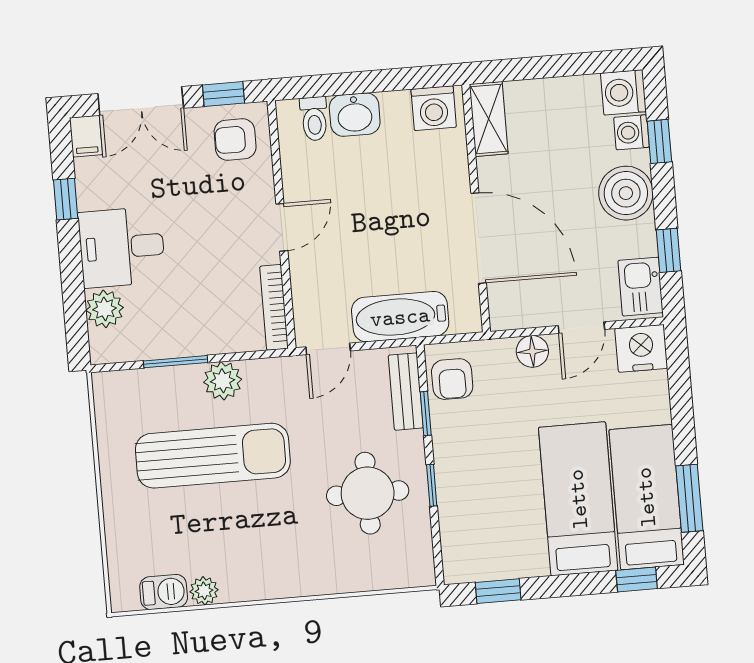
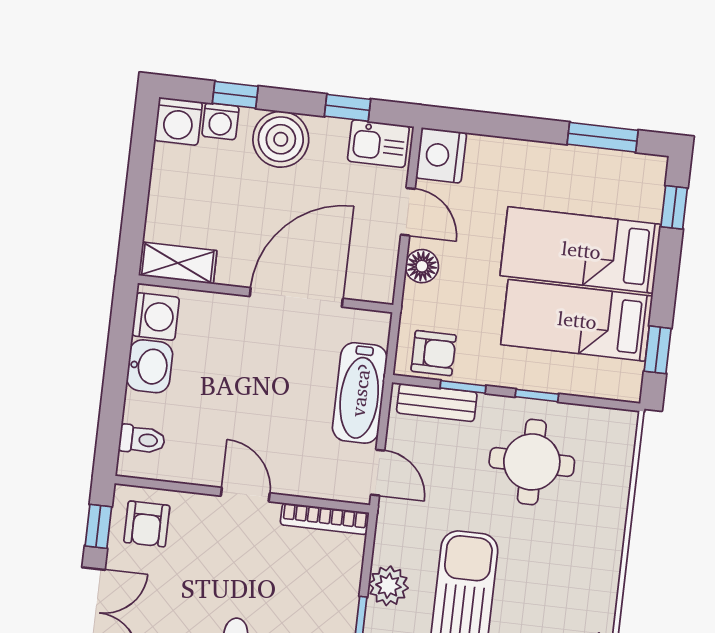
washbasin: (355, 115) -> (150, 366), moved
bed: (646, 497) -> (577, 320), moved

